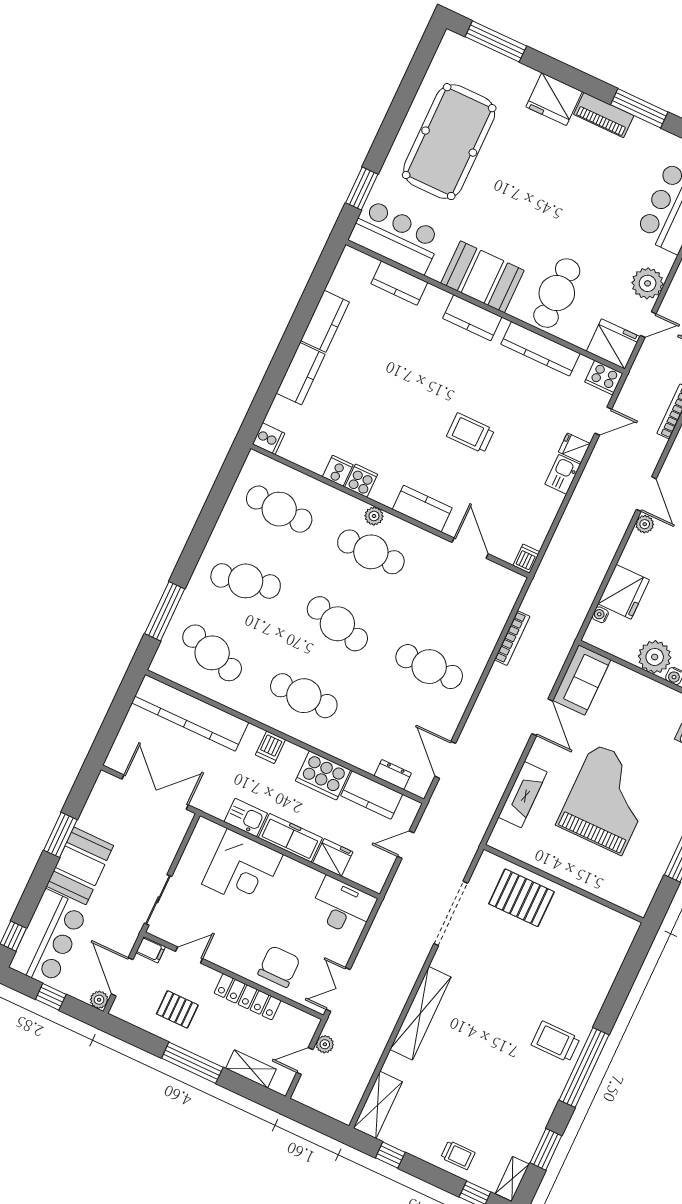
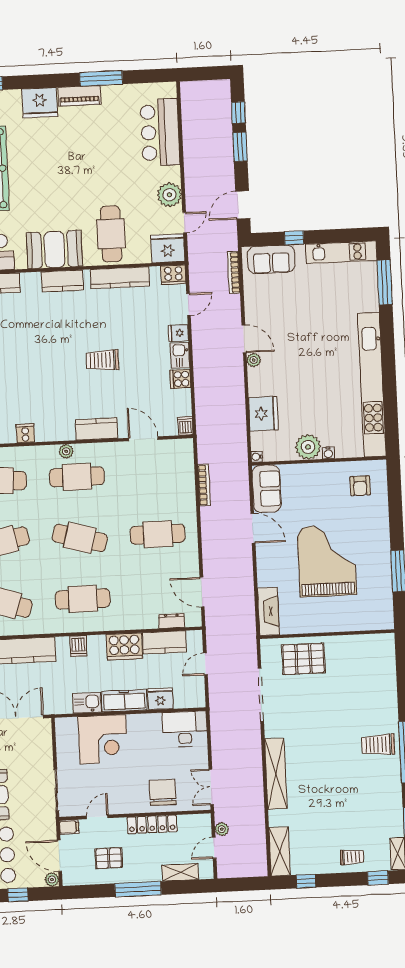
cooker: (361, 481) -> (180, 379), moved, turned -90
water cooler: (600, 615) -> (257, 457), moved
fireplace: (523, 795) -> (268, 611), moved

